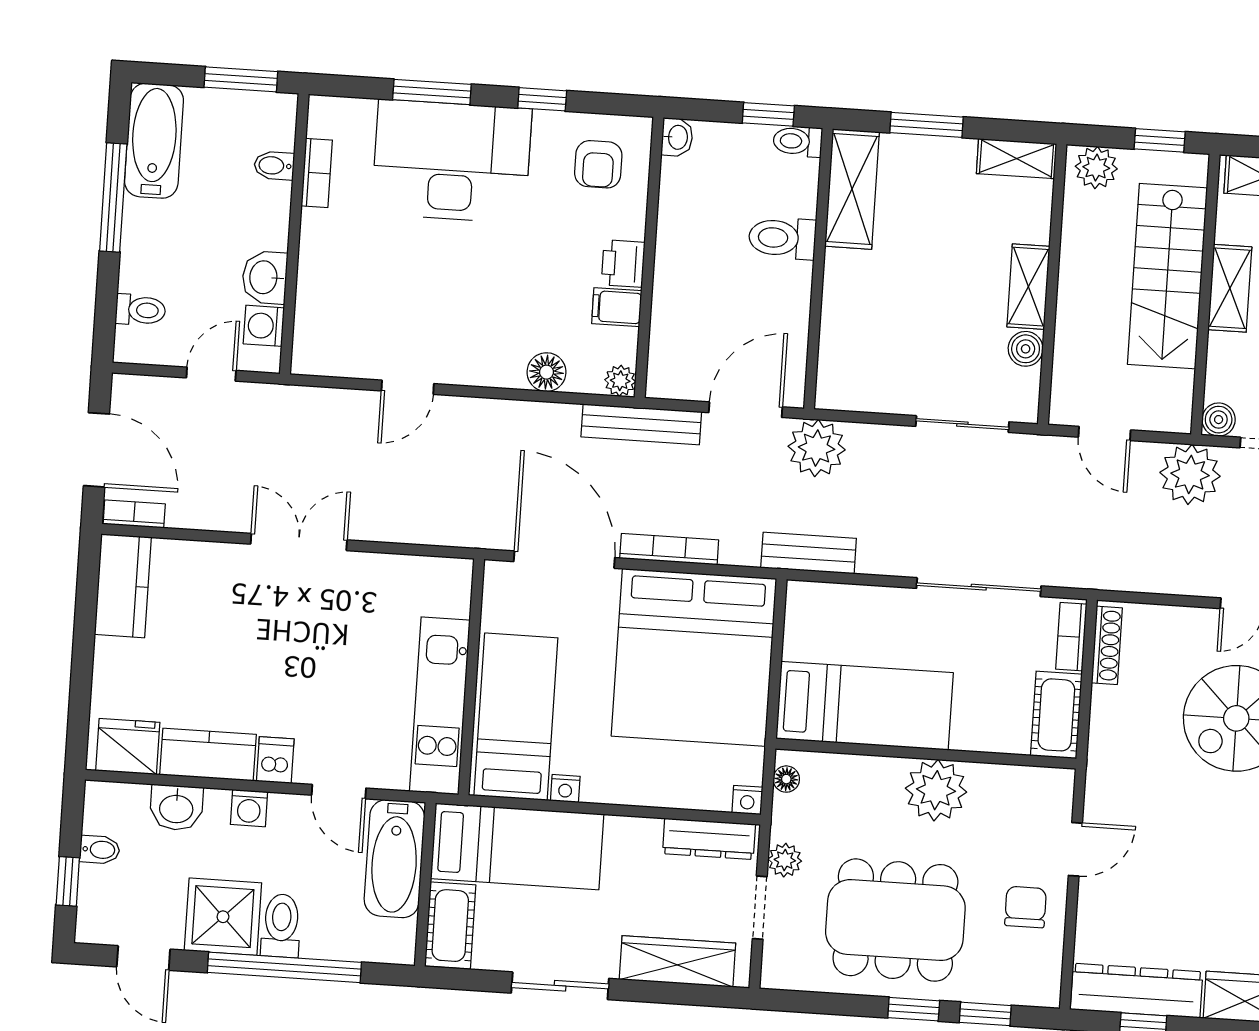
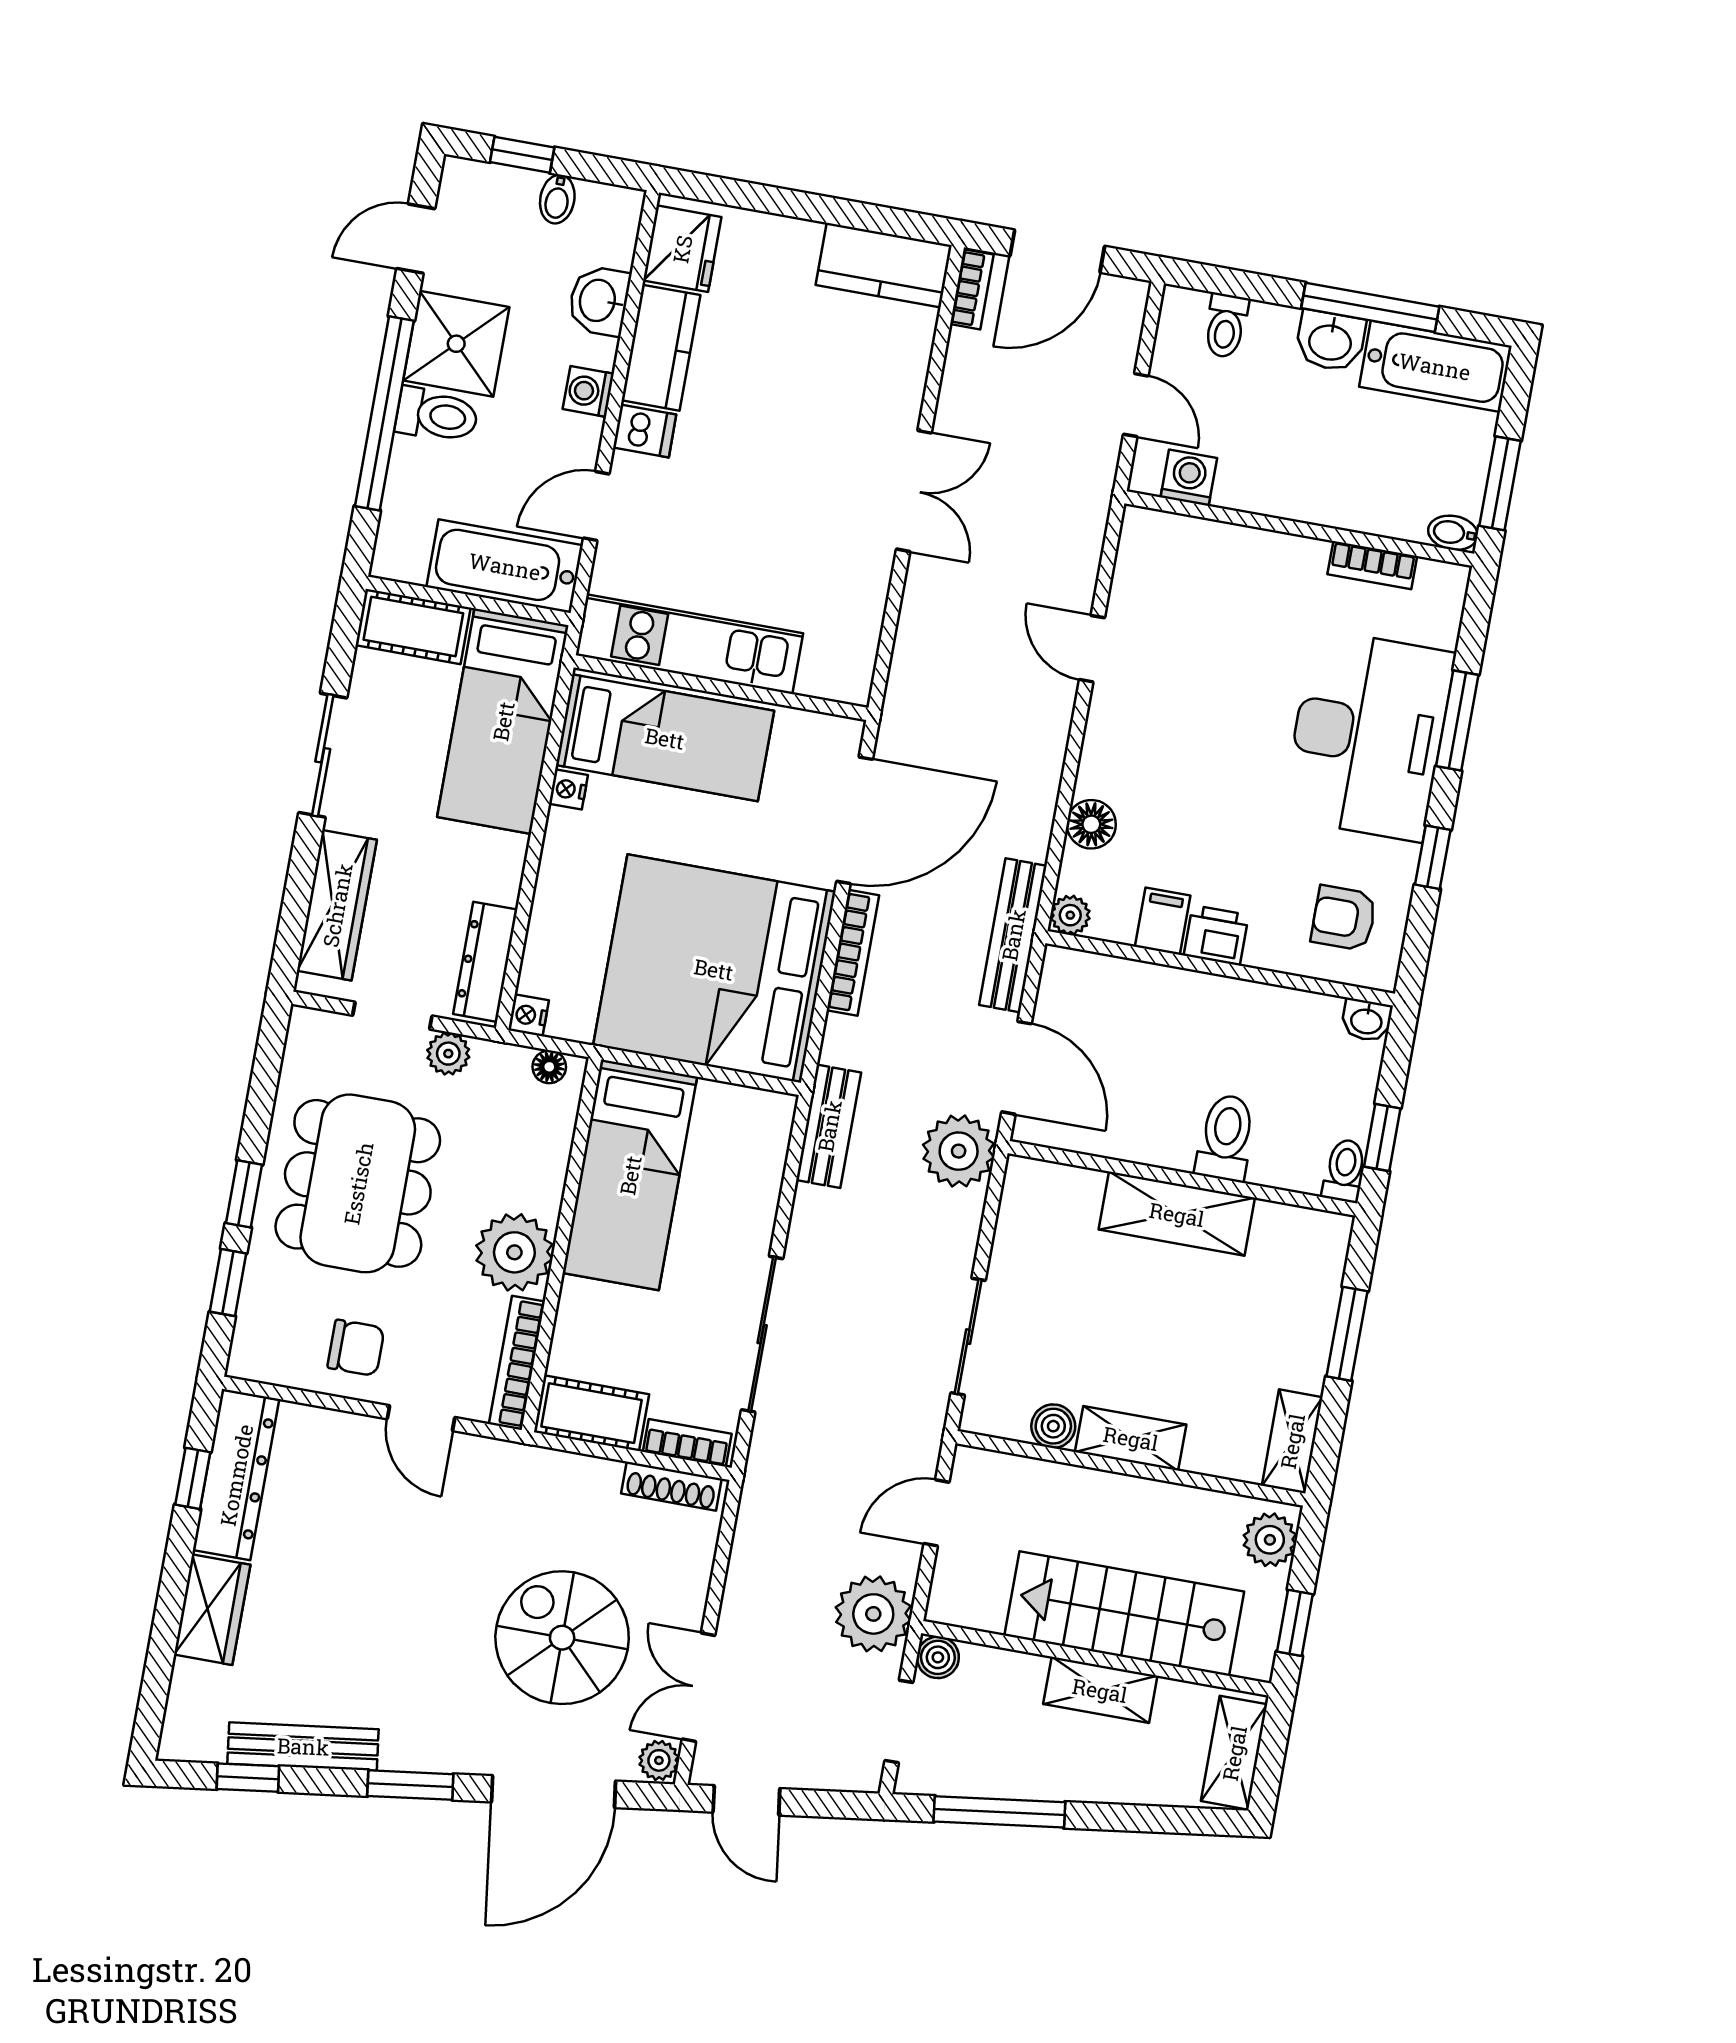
bidet: (274, 166) -> (1453, 533), moved, turned -90
shelving: (852, 189) -> (1177, 1214), moved
washbasin: (265, 277) -> (1330, 341), moved, turned 180
bookcase: (1023, 778) -> (517, 1363), added

